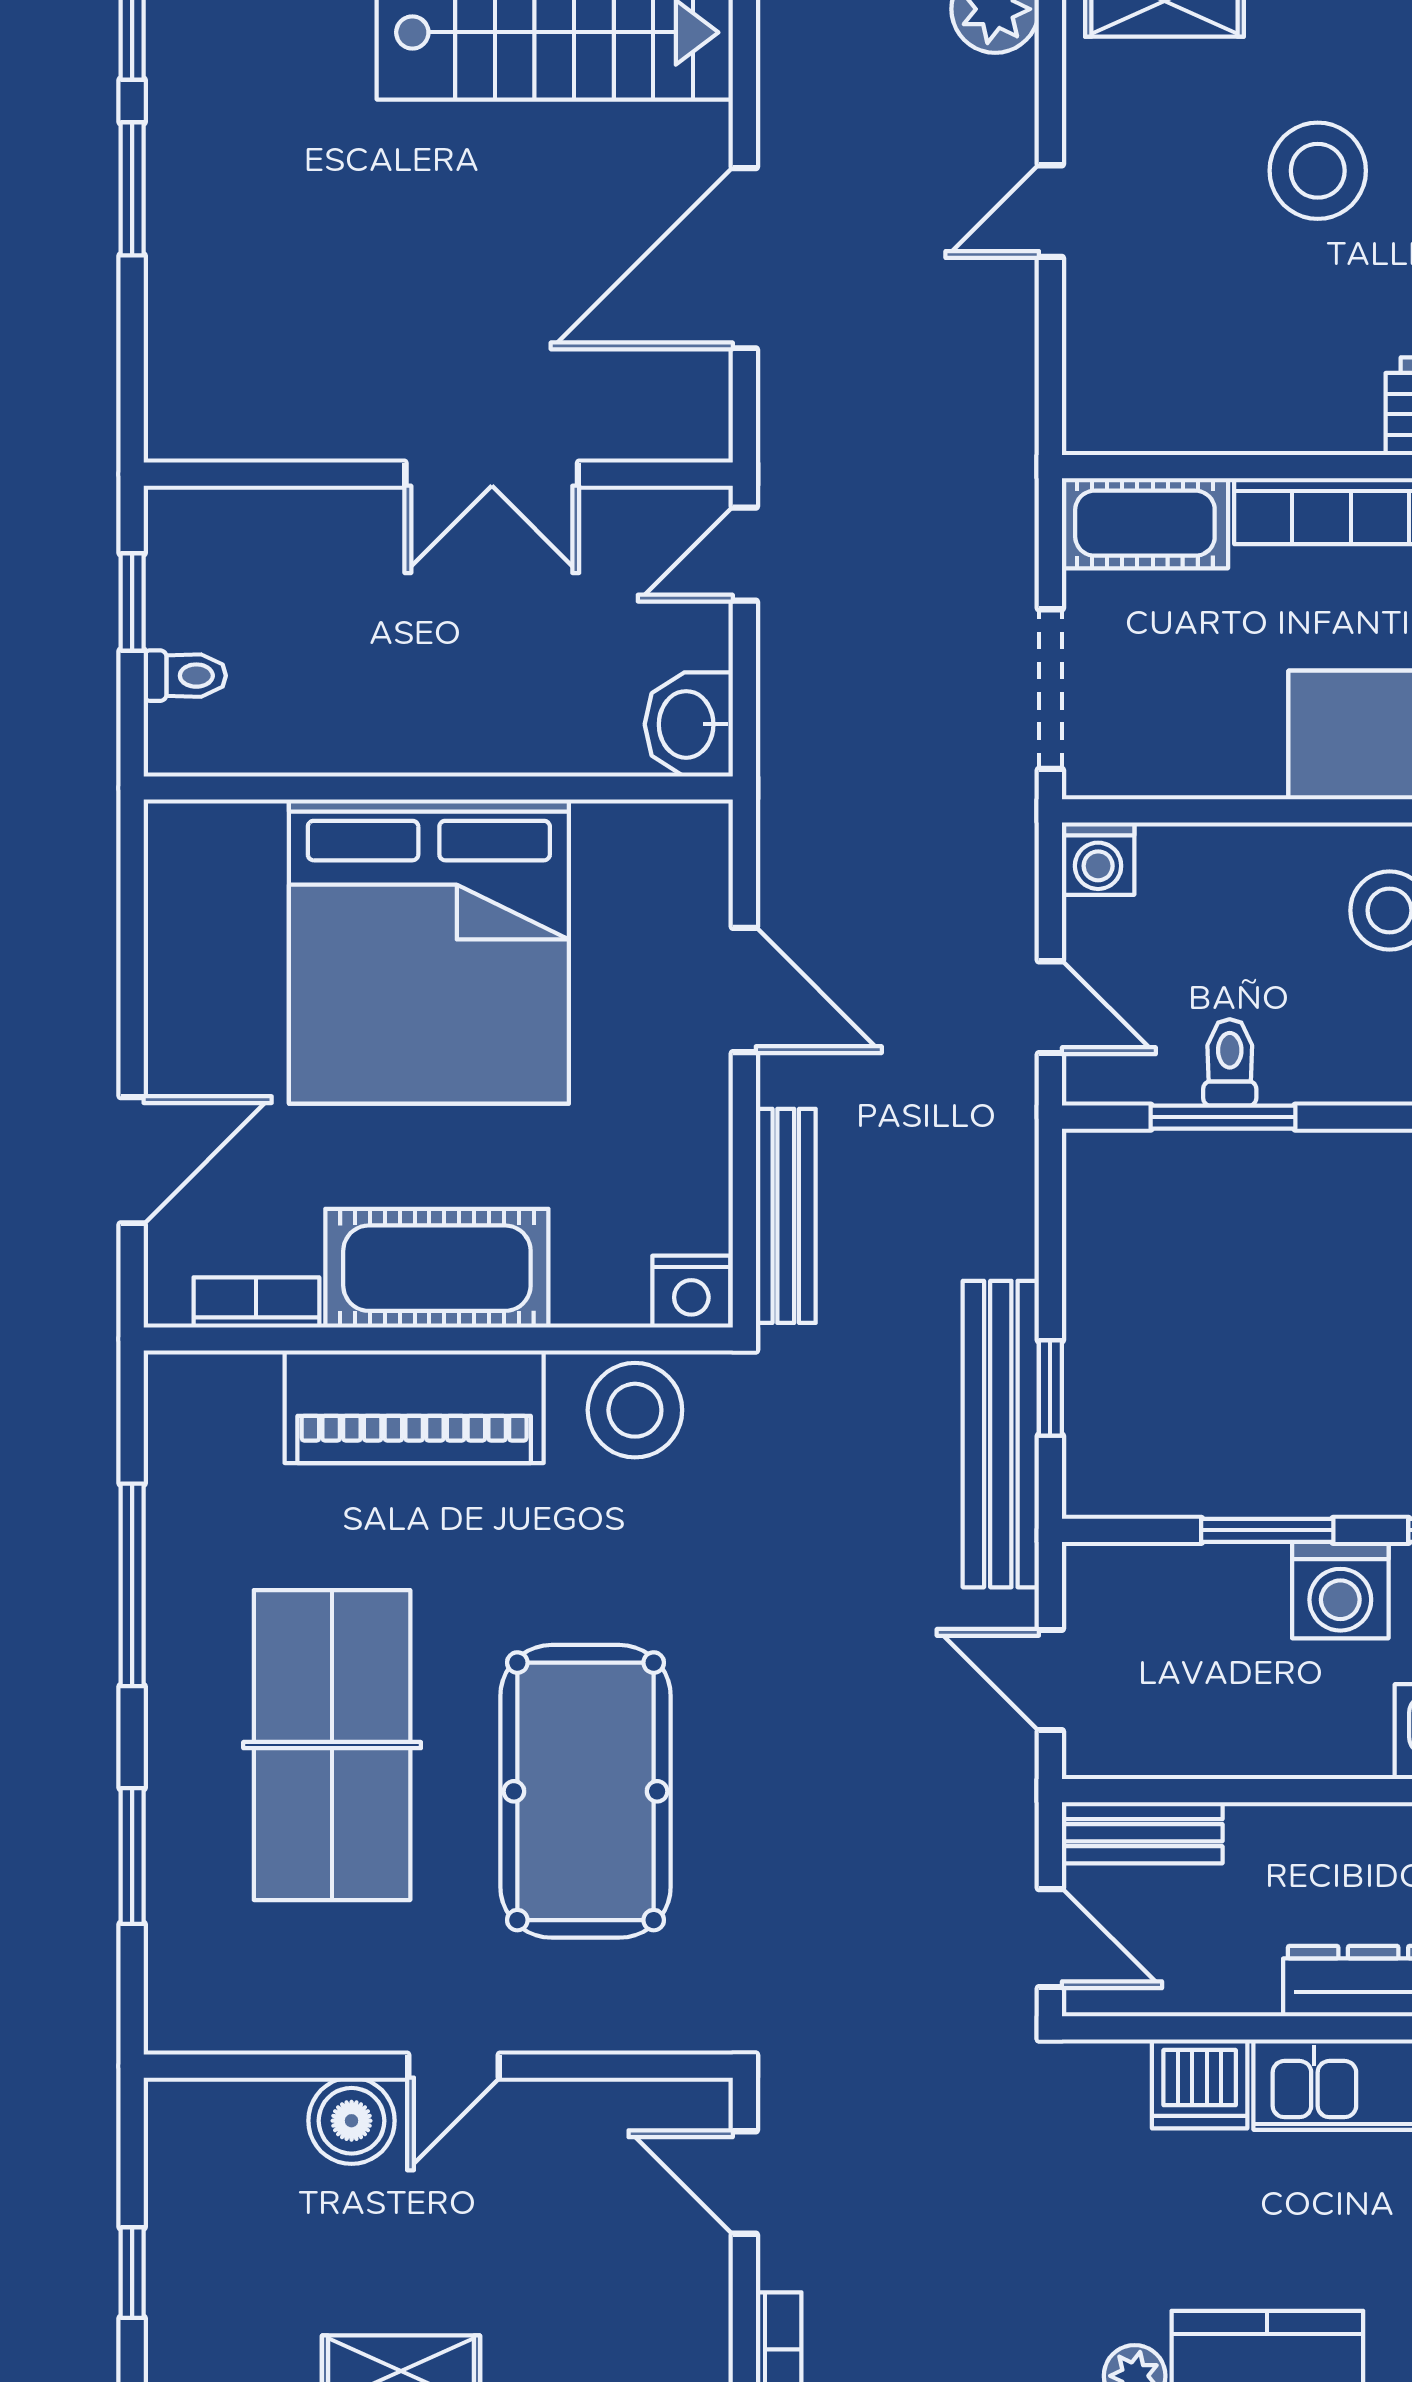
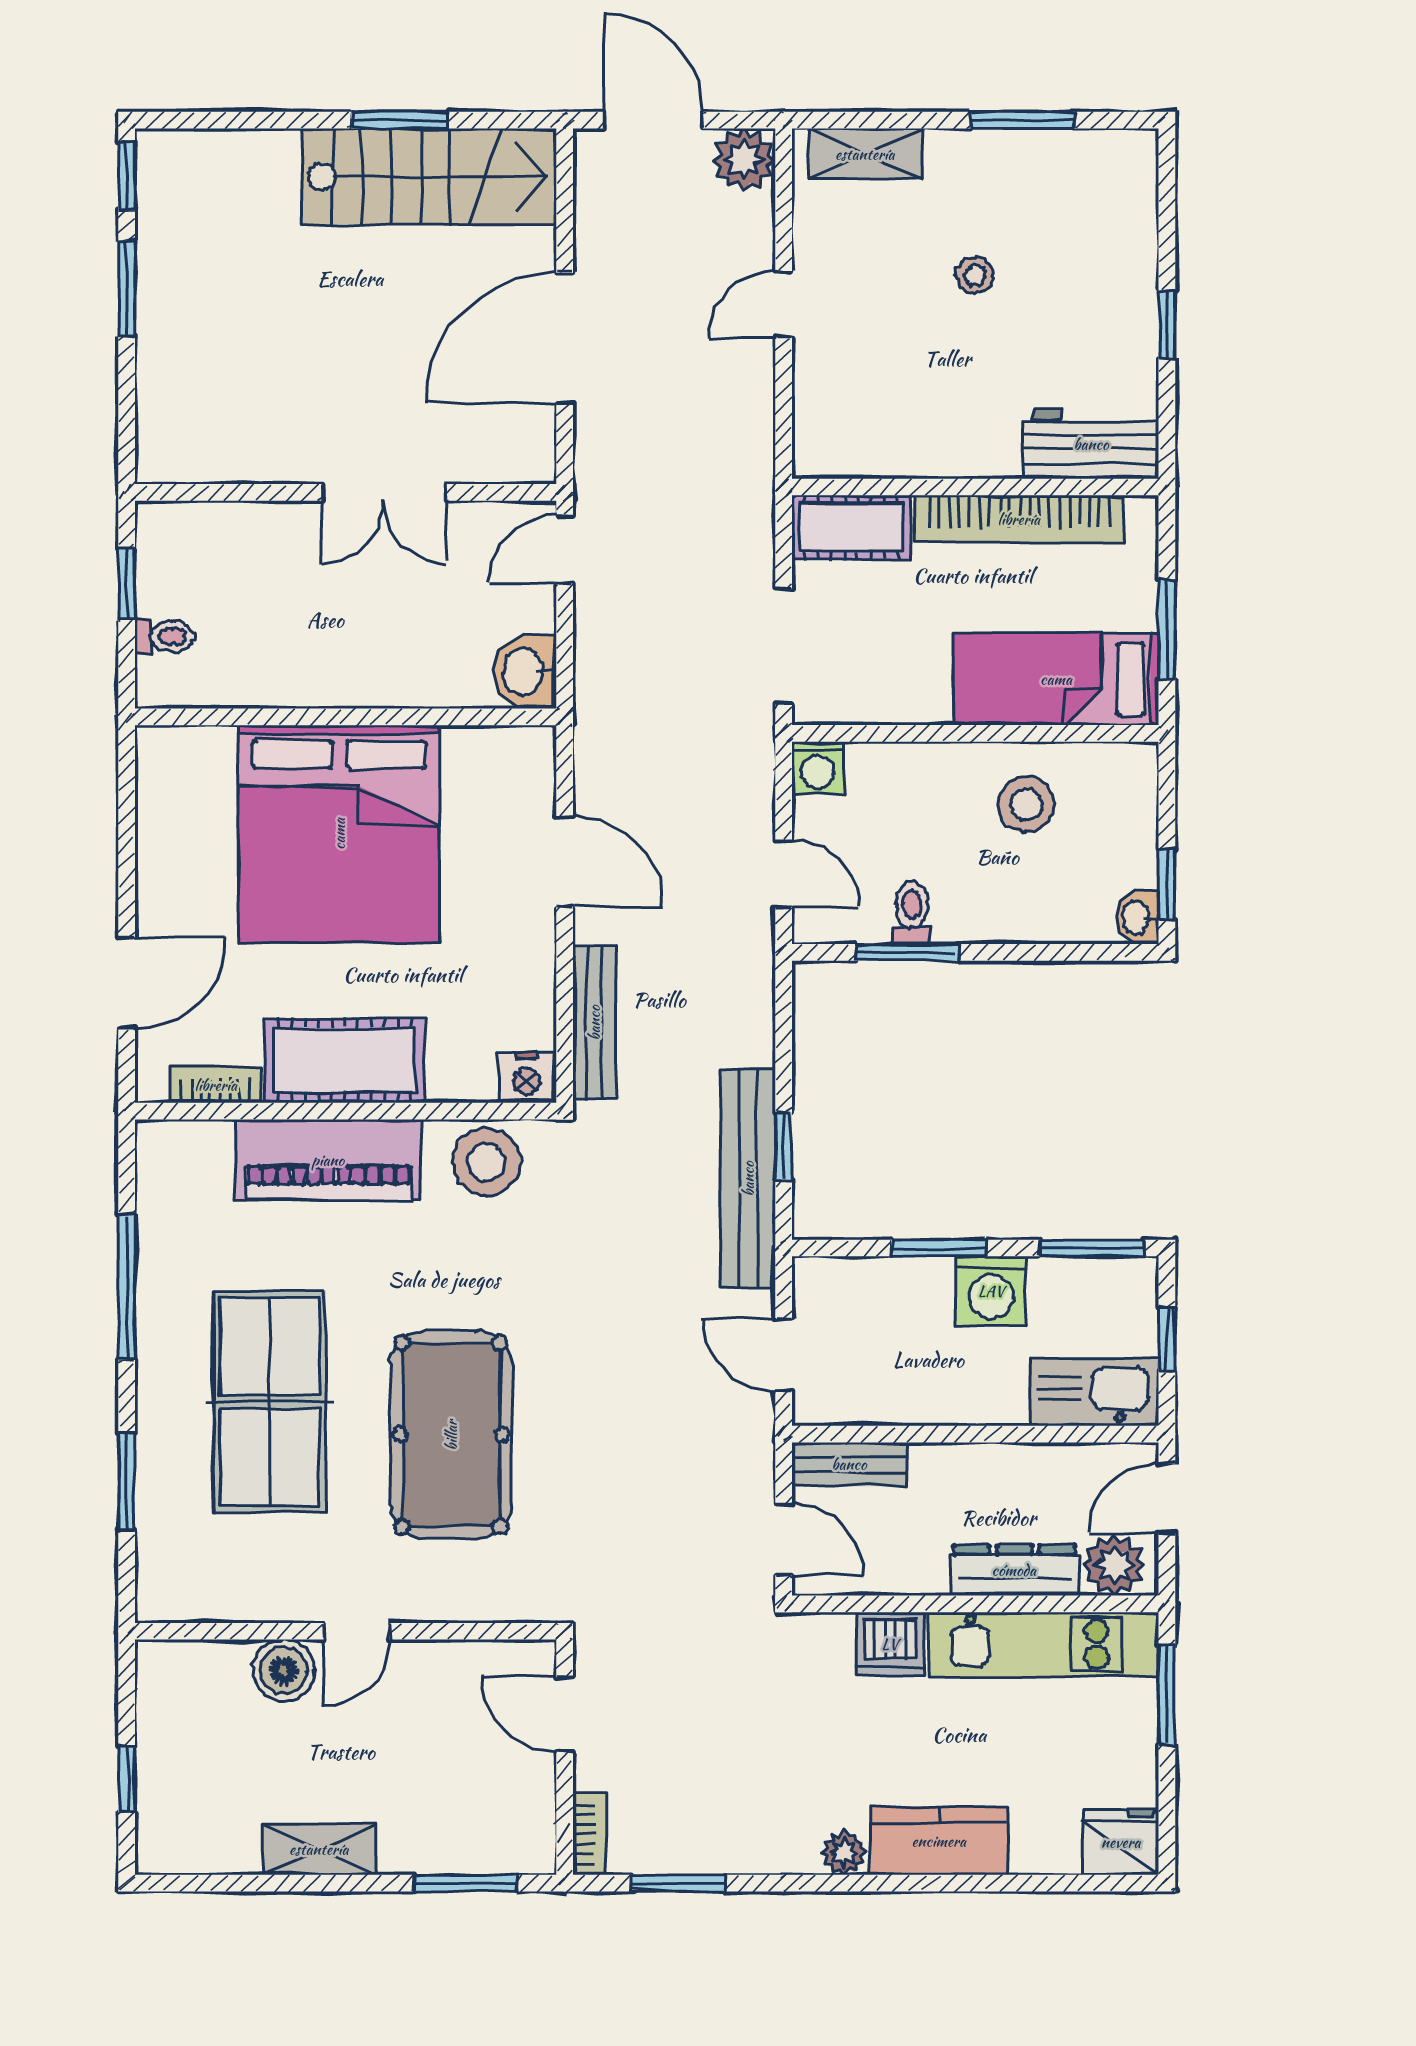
stool: (1318, 171) -> (975, 275), width x0.53, depth x0.53

